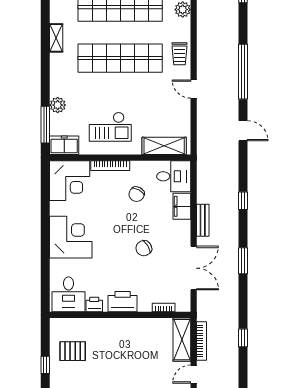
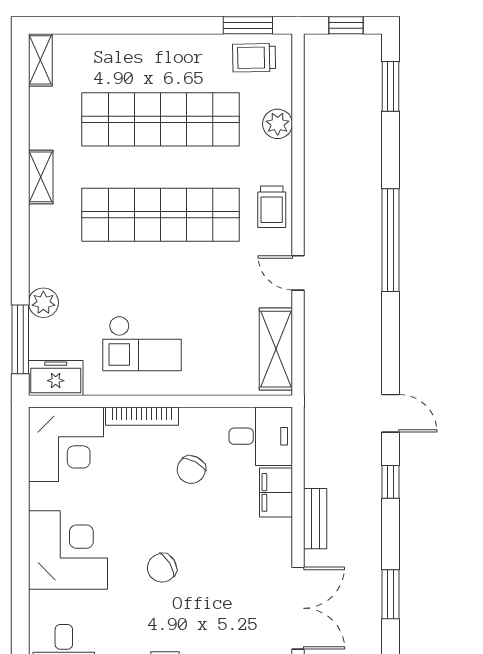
door: (243, 131) -> (391, 413), moved
shelving: (164, 146) -> (276, 349), moved, turned 90
chair: (144, 248) -> (162, 568), moved

